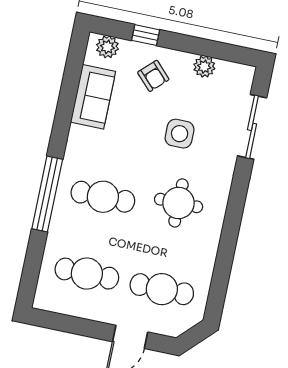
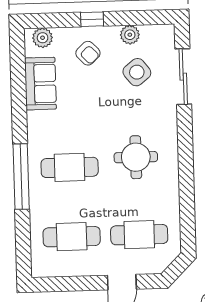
window: (146, 35) -> (92, 19), moved
side table: (180, 134) -> (137, 72), moved, turned -38

